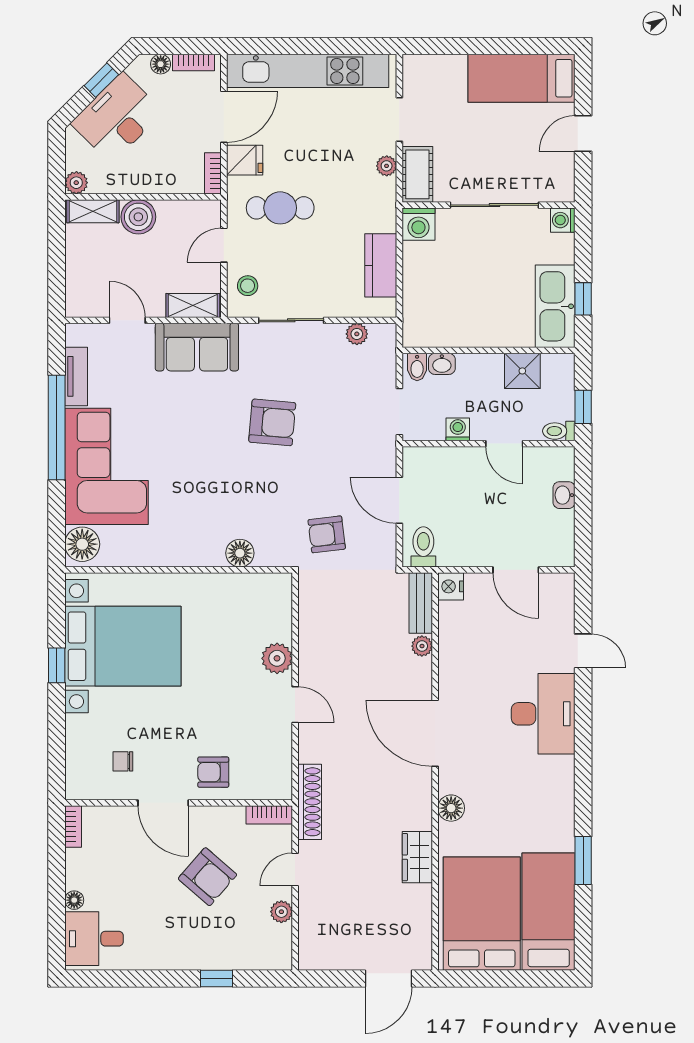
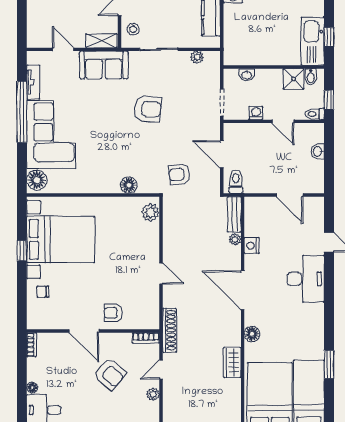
bidet: (417, 367) -> (311, 77), moved
nightstand: (451, 586) -> (252, 246), moved
plant: (277, 658) -> (150, 212), moved
chair: (123, 761) -> (43, 292), moved

